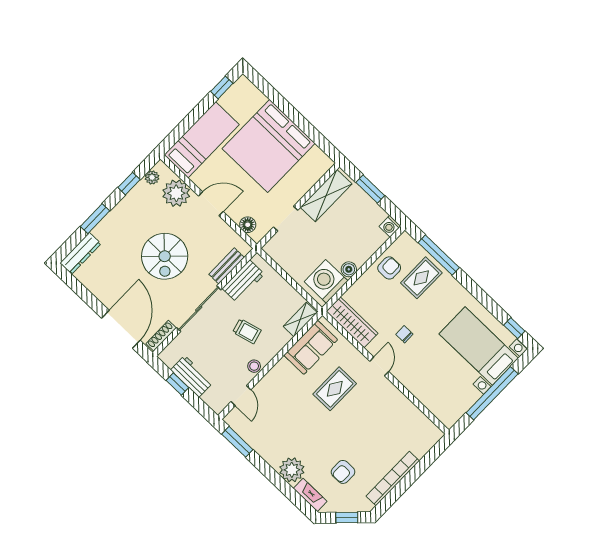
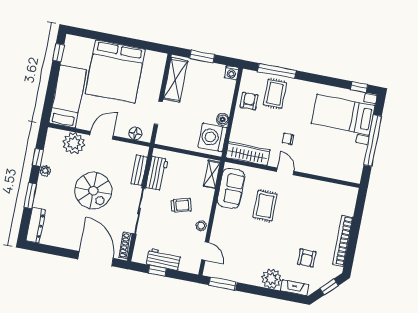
plant: (152, 177) -> (45, 171), moved

